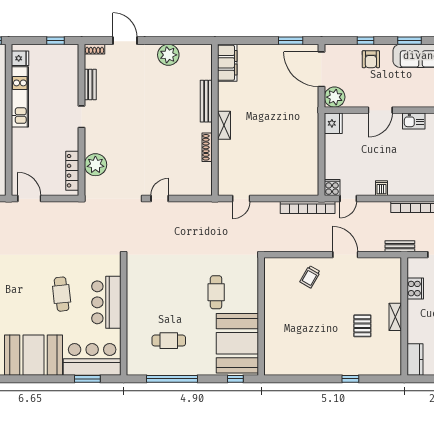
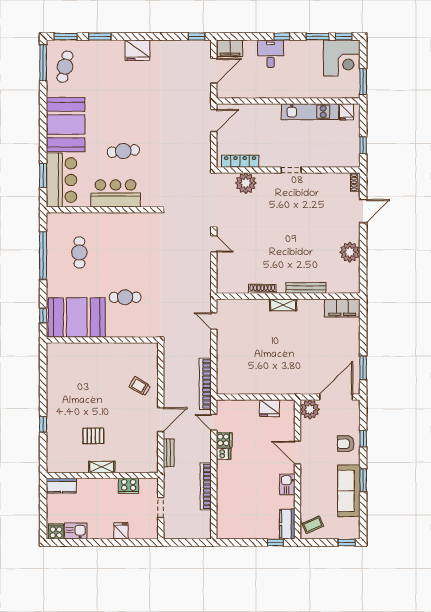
bench: (90, 85) -> (322, 178), removed
fridge: (333, 123) -> (269, 408), moved
cooker: (332, 188) -> (224, 440), moved
bench: (400, 246) -> (169, 453), moved

